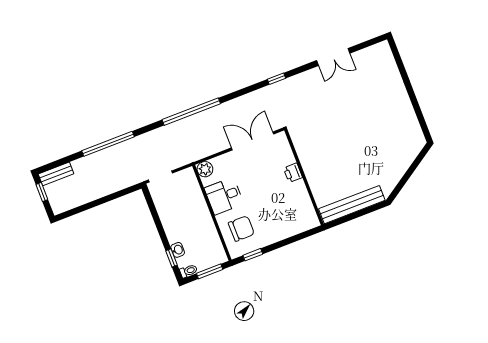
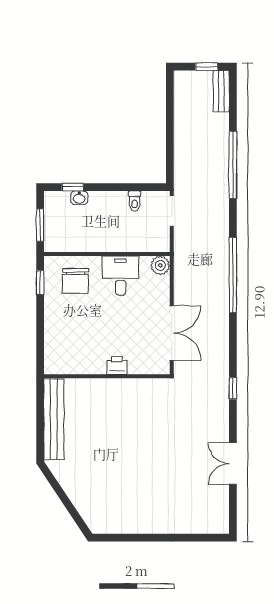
toilet: (189, 271) -> (135, 201), moved

